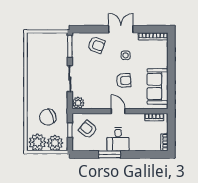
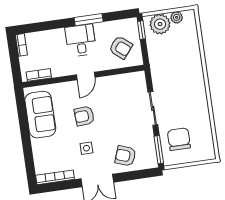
plant: (78, 103) -> (138, 79), removed
door: (118, 111) -> (86, 76), hinge flipped
chair: (48, 117) -> (179, 139), moved, turned -68
window: (70, 130) -> (142, 30), moved
plant: (37, 142) -> (177, 17), width x0.53, depth x0.53

